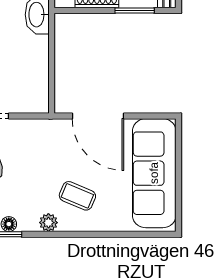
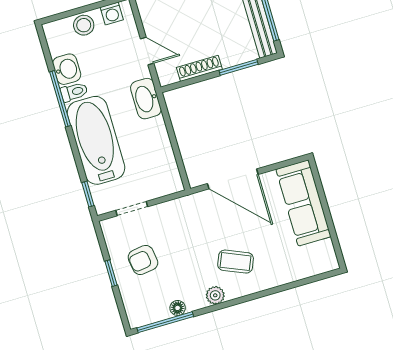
sofa: (154, 173) -> (303, 203), width x0.74, depth x0.79

